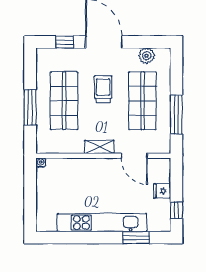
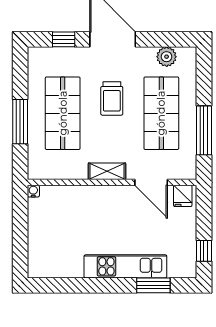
trolley: (103, 89) -> (112, 98), turned 180
fridge: (162, 191) -> (183, 196), moved, turned -90
kitchen unit: (102, 223) -> (125, 266), width x0.73

